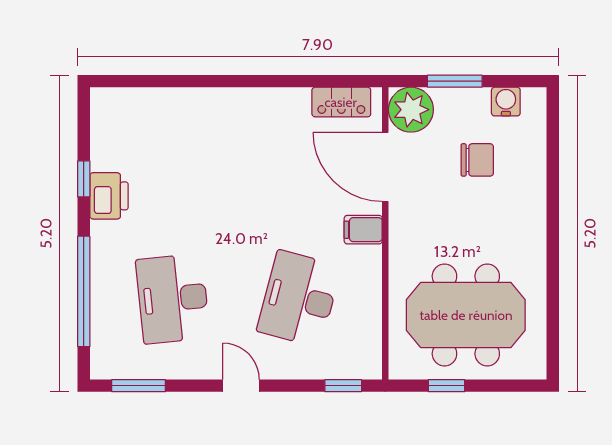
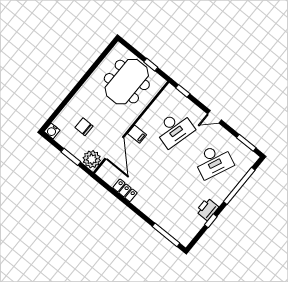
window: (148, 81) -> (166, 235), added
locker: (341, 102) -> (125, 190), moved
water cooler: (506, 102) -> (52, 131), moved
desk: (173, 299) -> (214, 161), turned 30
meeting table: (466, 315) -> (127, 82), turned 90
door: (241, 386) -> (214, 117), hinge flipped

